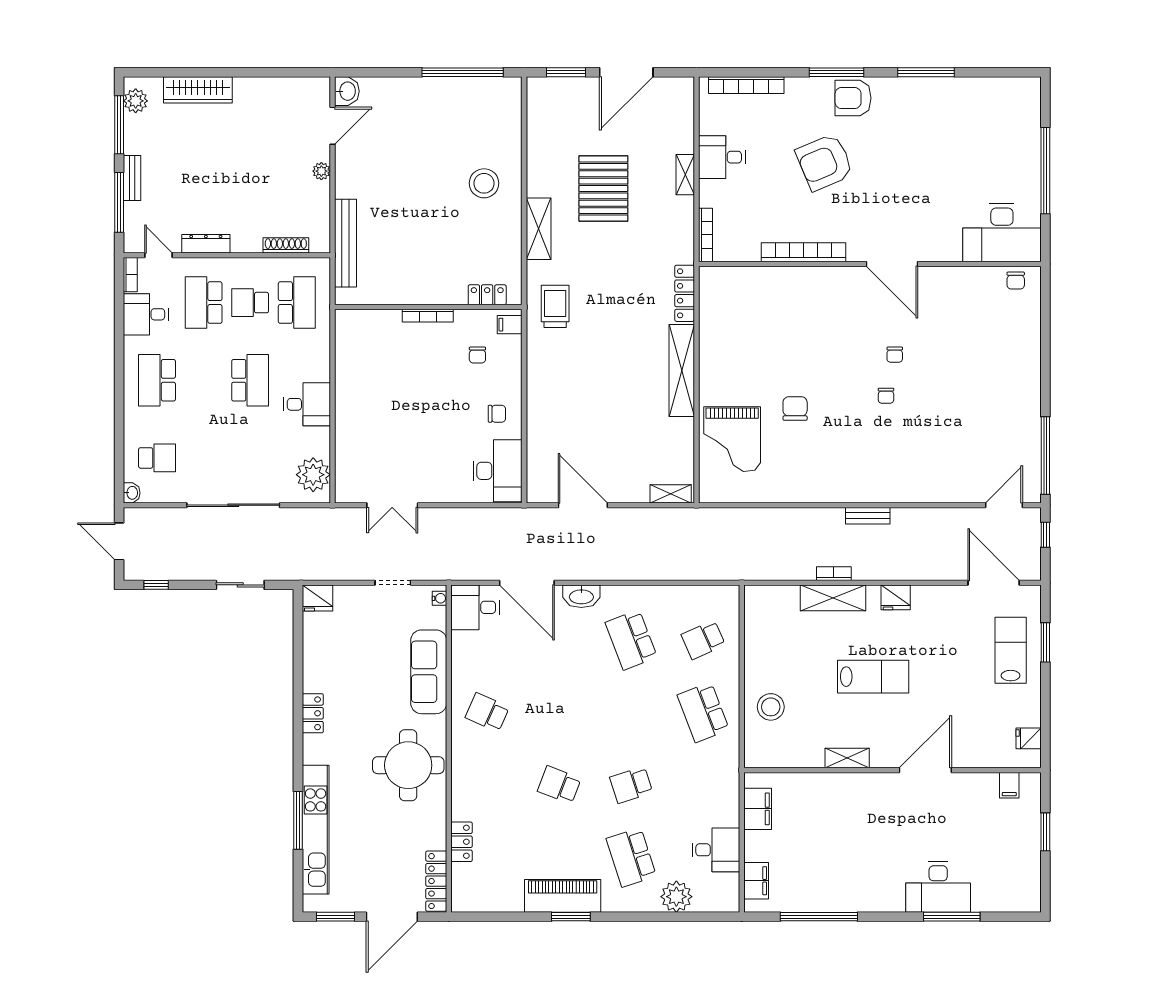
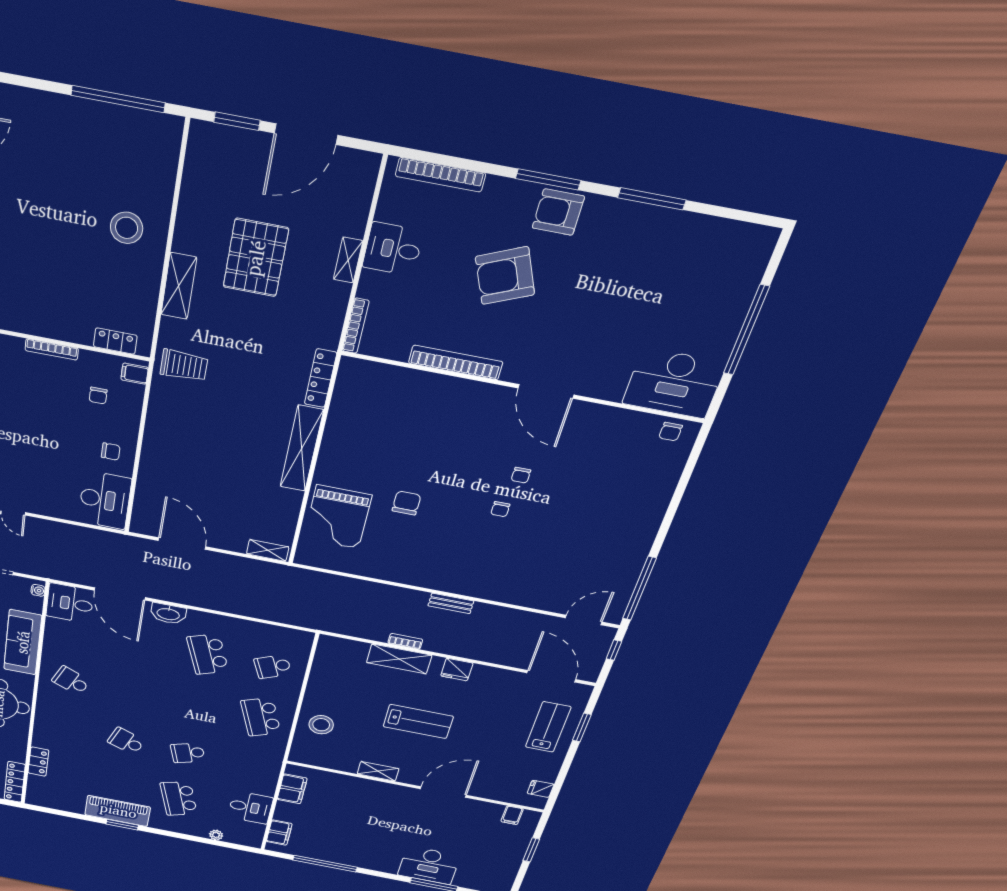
trolley: (555, 306) -> (184, 365), turned 90
plant: (676, 897) -> (216, 835), width x0.53, depth x0.53

